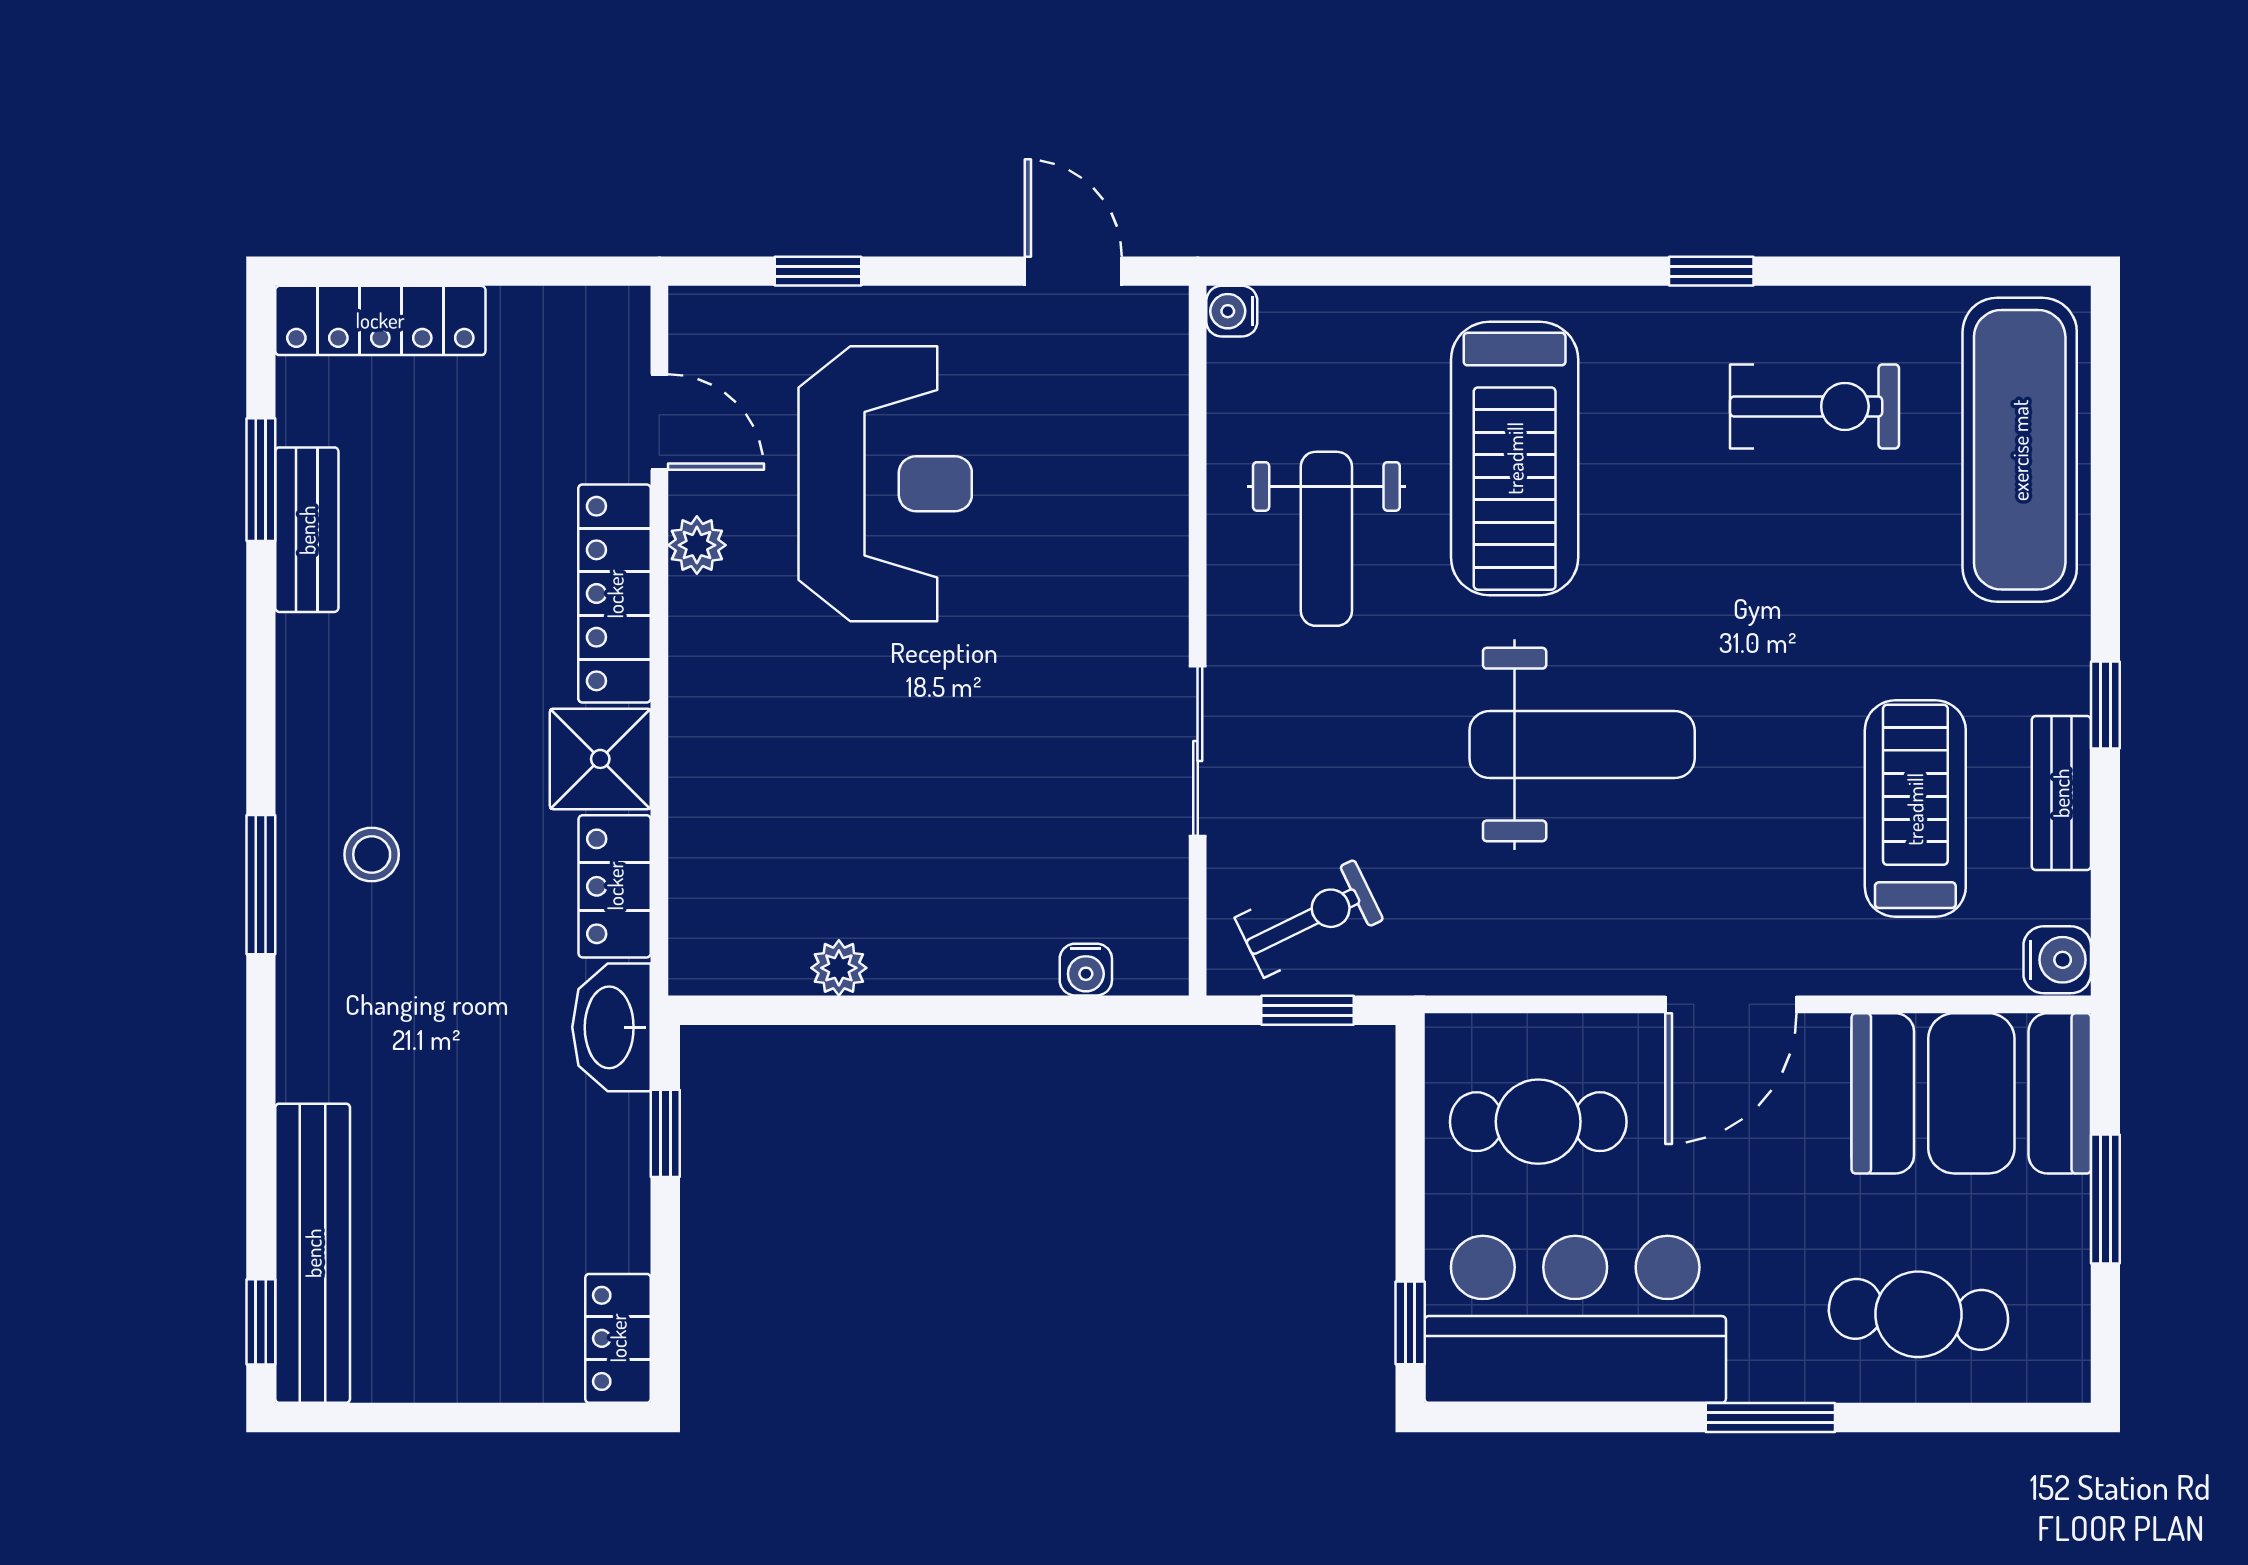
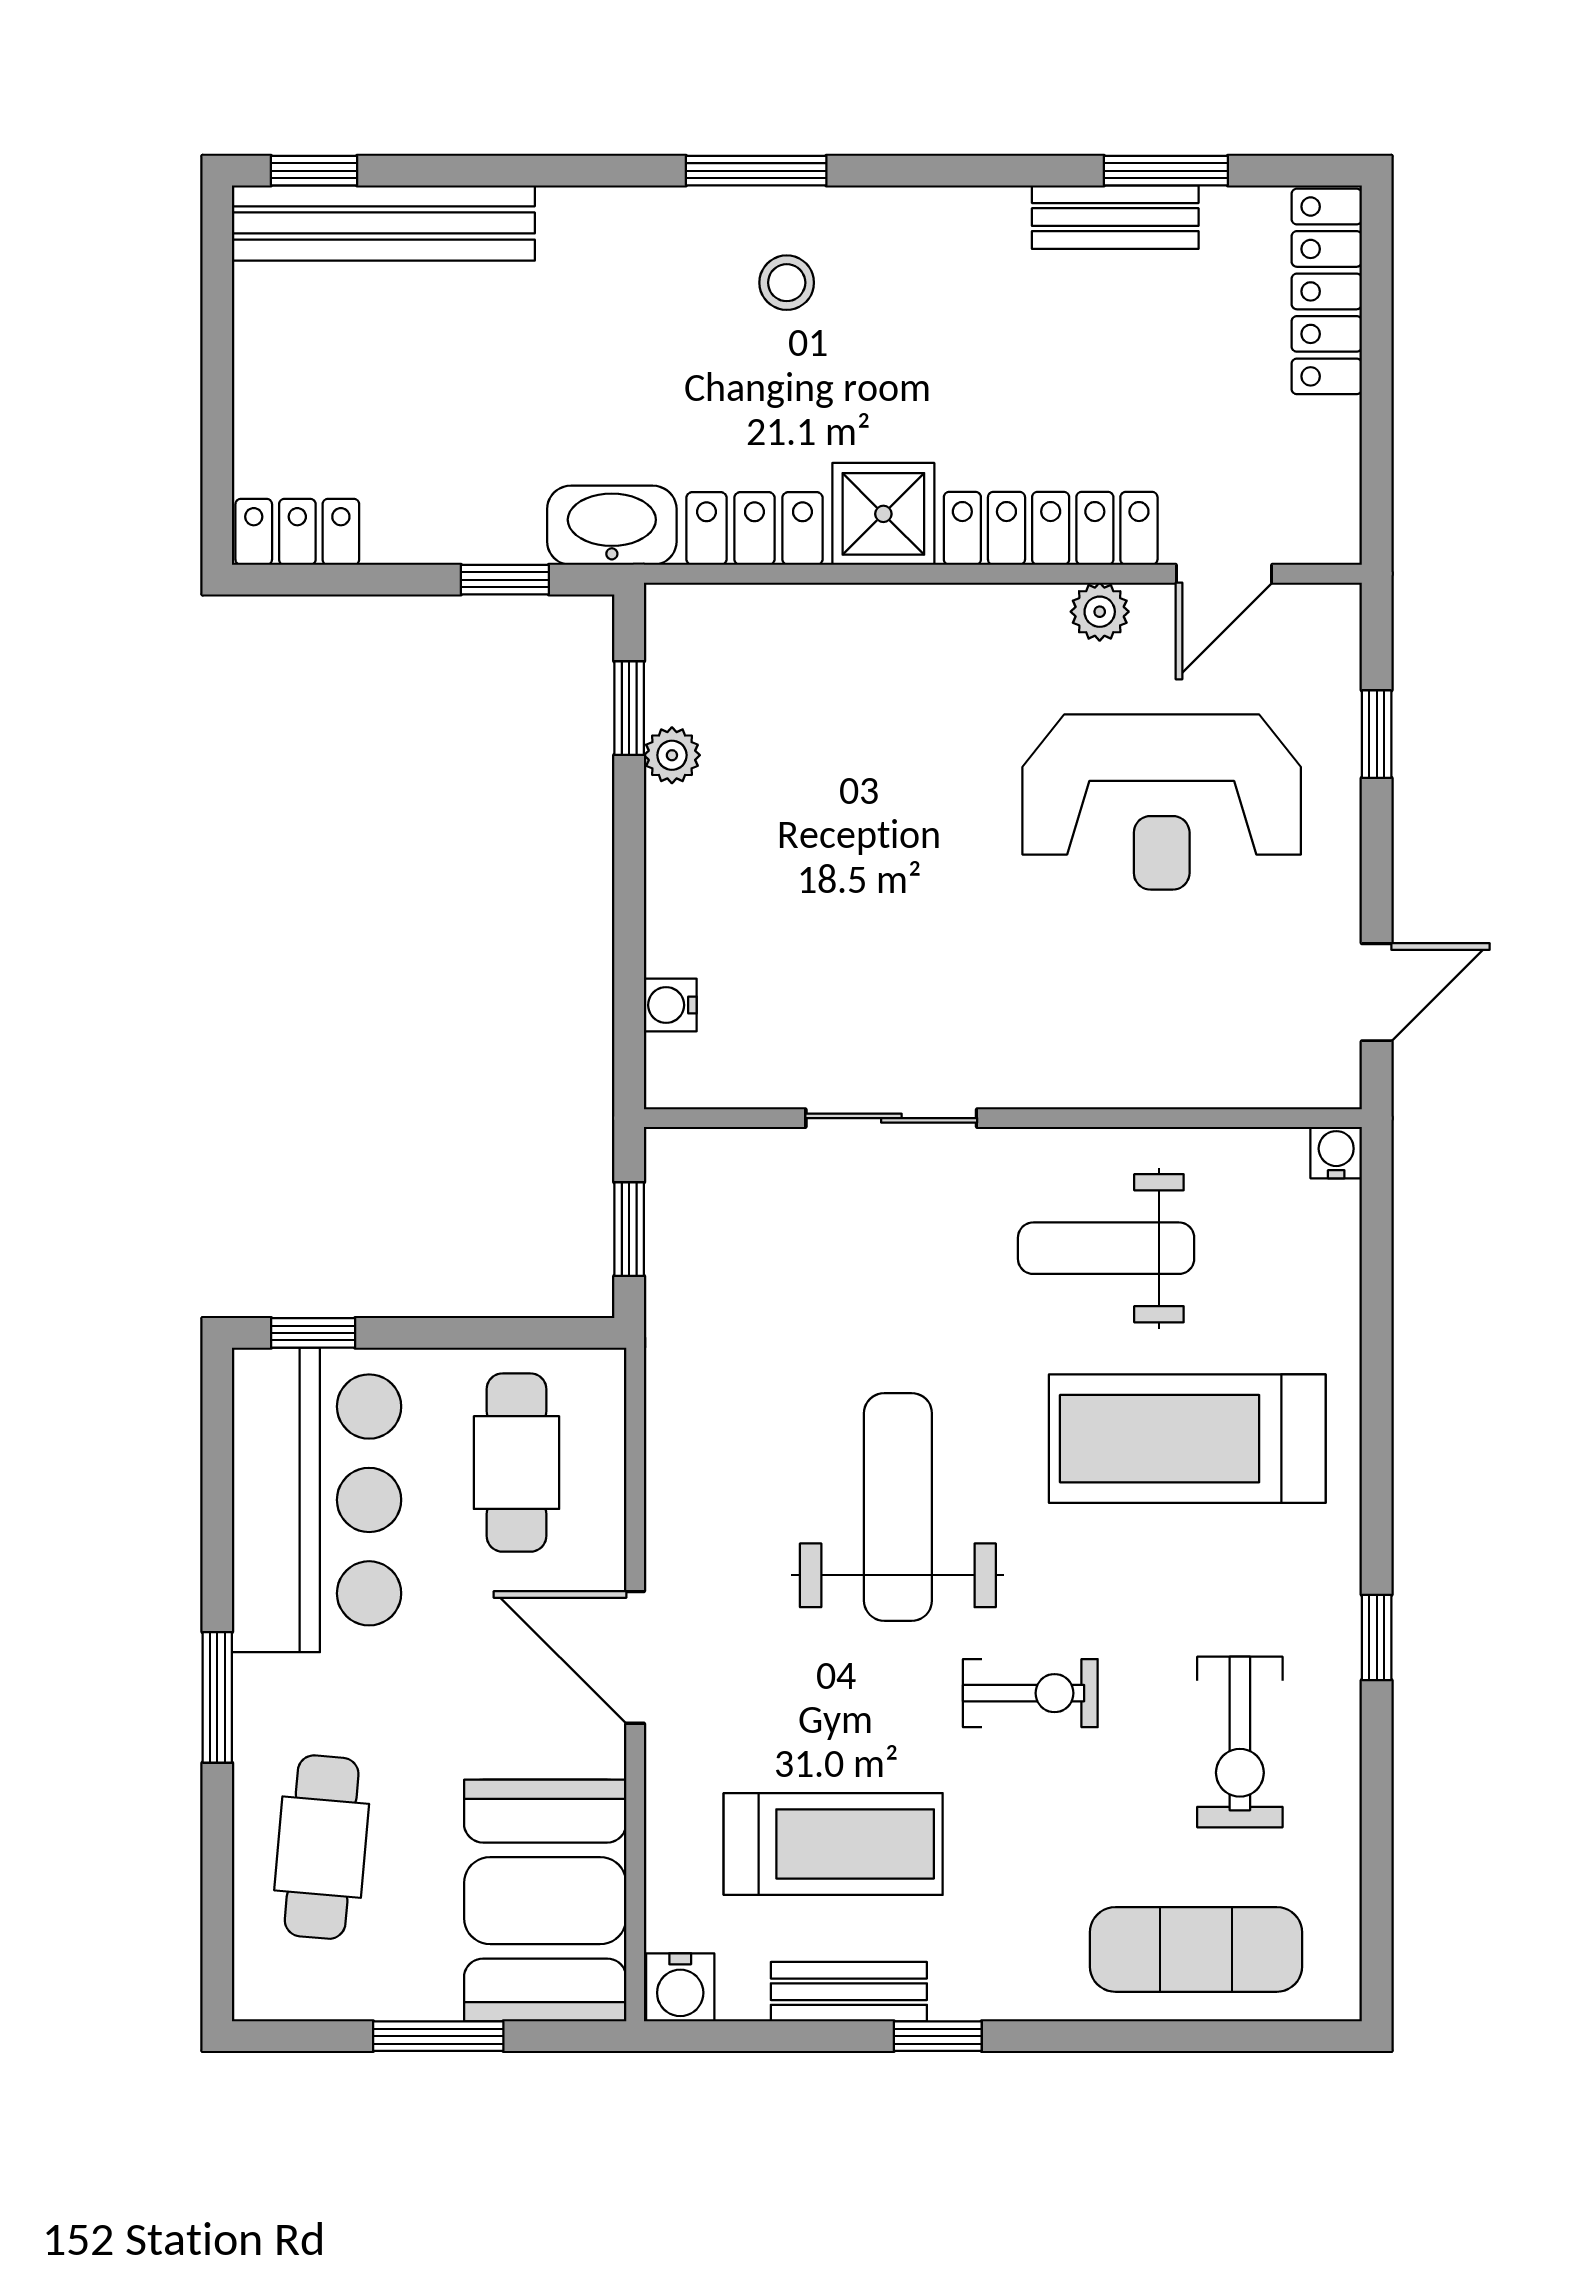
exercise mat: (2020, 450) -> (1196, 1949), width x0.73, depth x0.69
weight bench: (1582, 745) -> (898, 1507), turned 180
exercise bike: (1309, 919) -> (1030, 1693), moved, turned -64
window: (792, 1010) -> (629, 708), added

